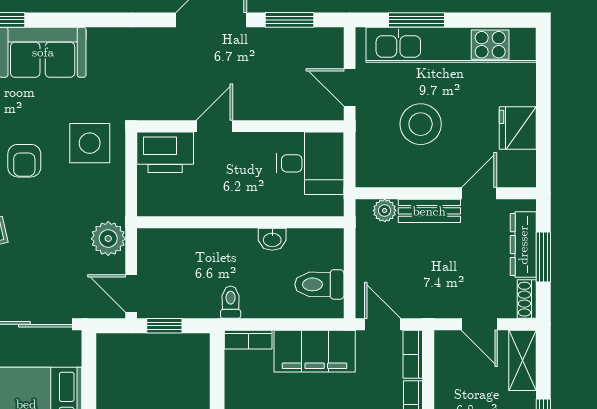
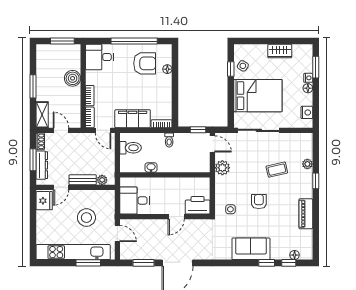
fridge: (518, 128) -> (44, 201), moved
side table: (90, 143) -> (230, 209), width x0.54, depth x0.54

